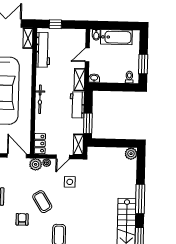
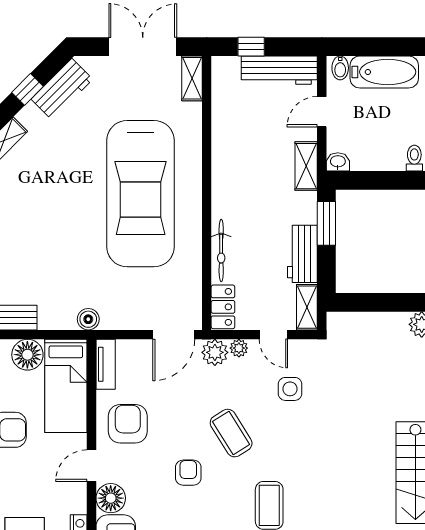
workbench: (43, 50) -> (279, 70), moved, turned 90
bicycle: (40, 99) -> (221, 250), moved
workbench: (77, 105) -> (302, 254), moved
window: (88, 123) -> (326, 223), moved
door: (17, 156) -> (174, 335), swing flipped
door: (63, 157) -> (273, 335), hinge flipped

